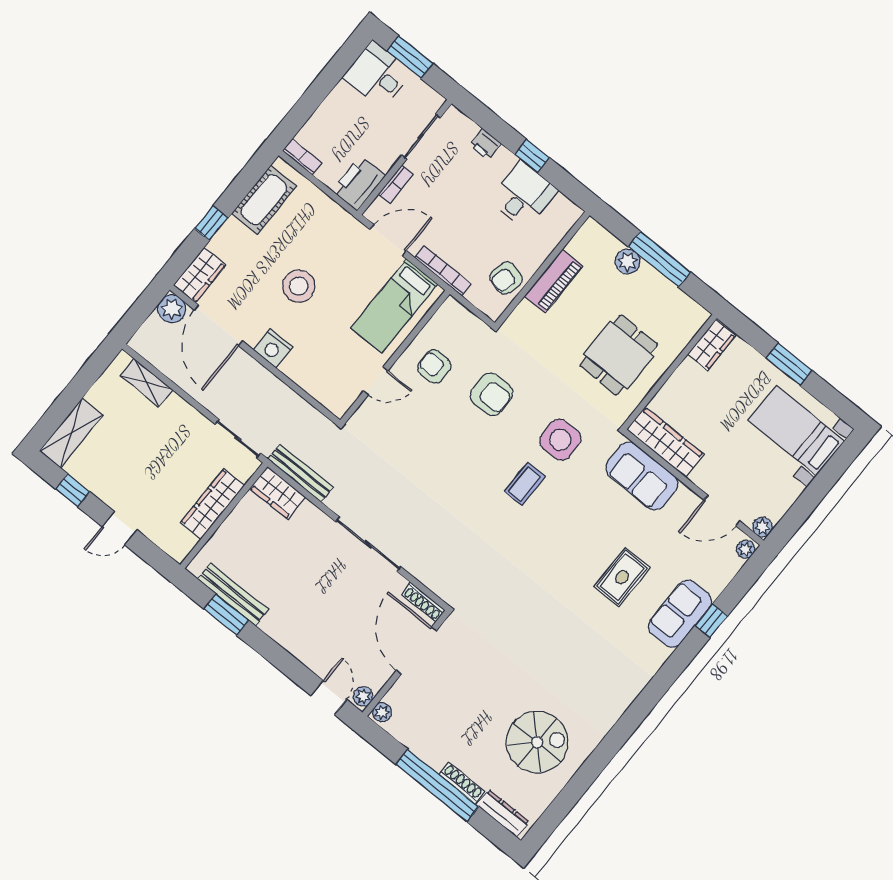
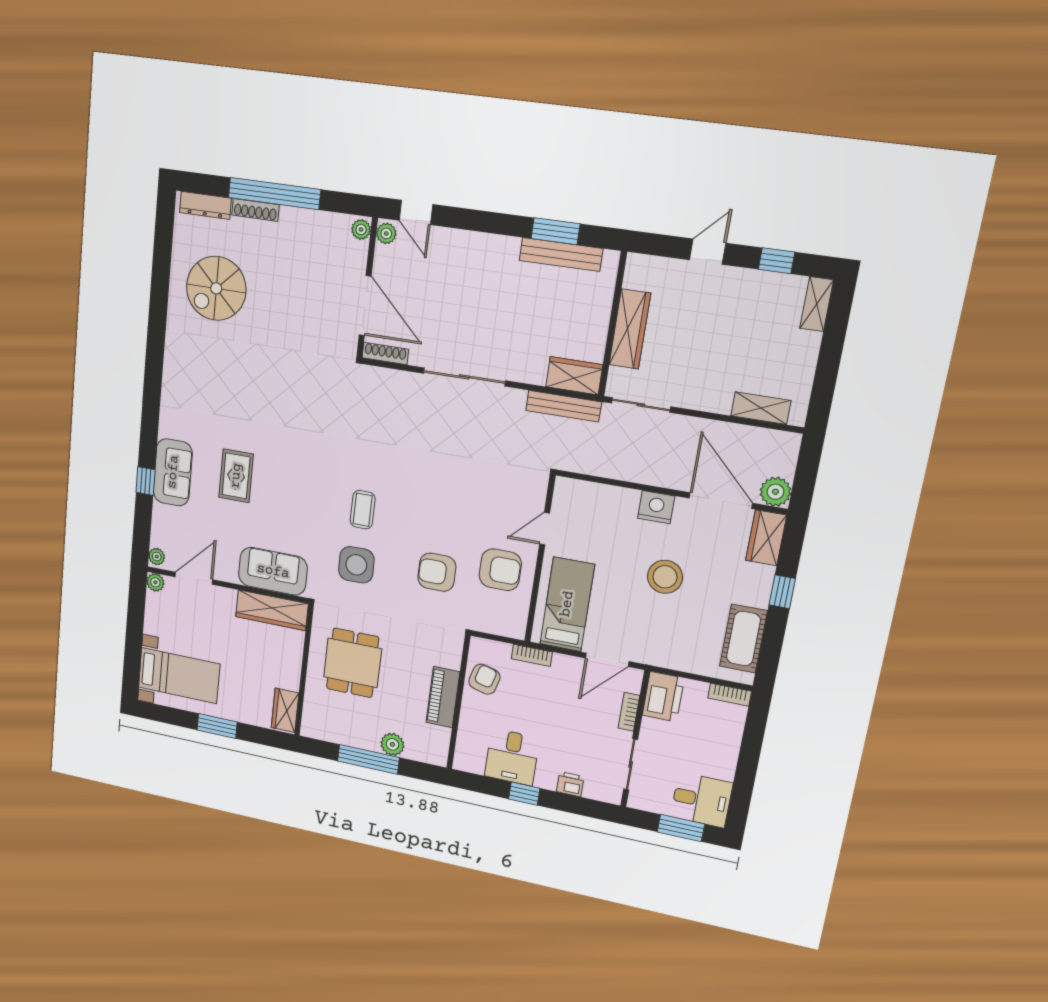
bookcase: (443, 271) -> (532, 655), width x0.64
armchair: (434, 367) -> (500, 570), width x1.38, depth x1.38
shelving: (71, 433) -> (817, 304), width x0.67, depth x0.75

